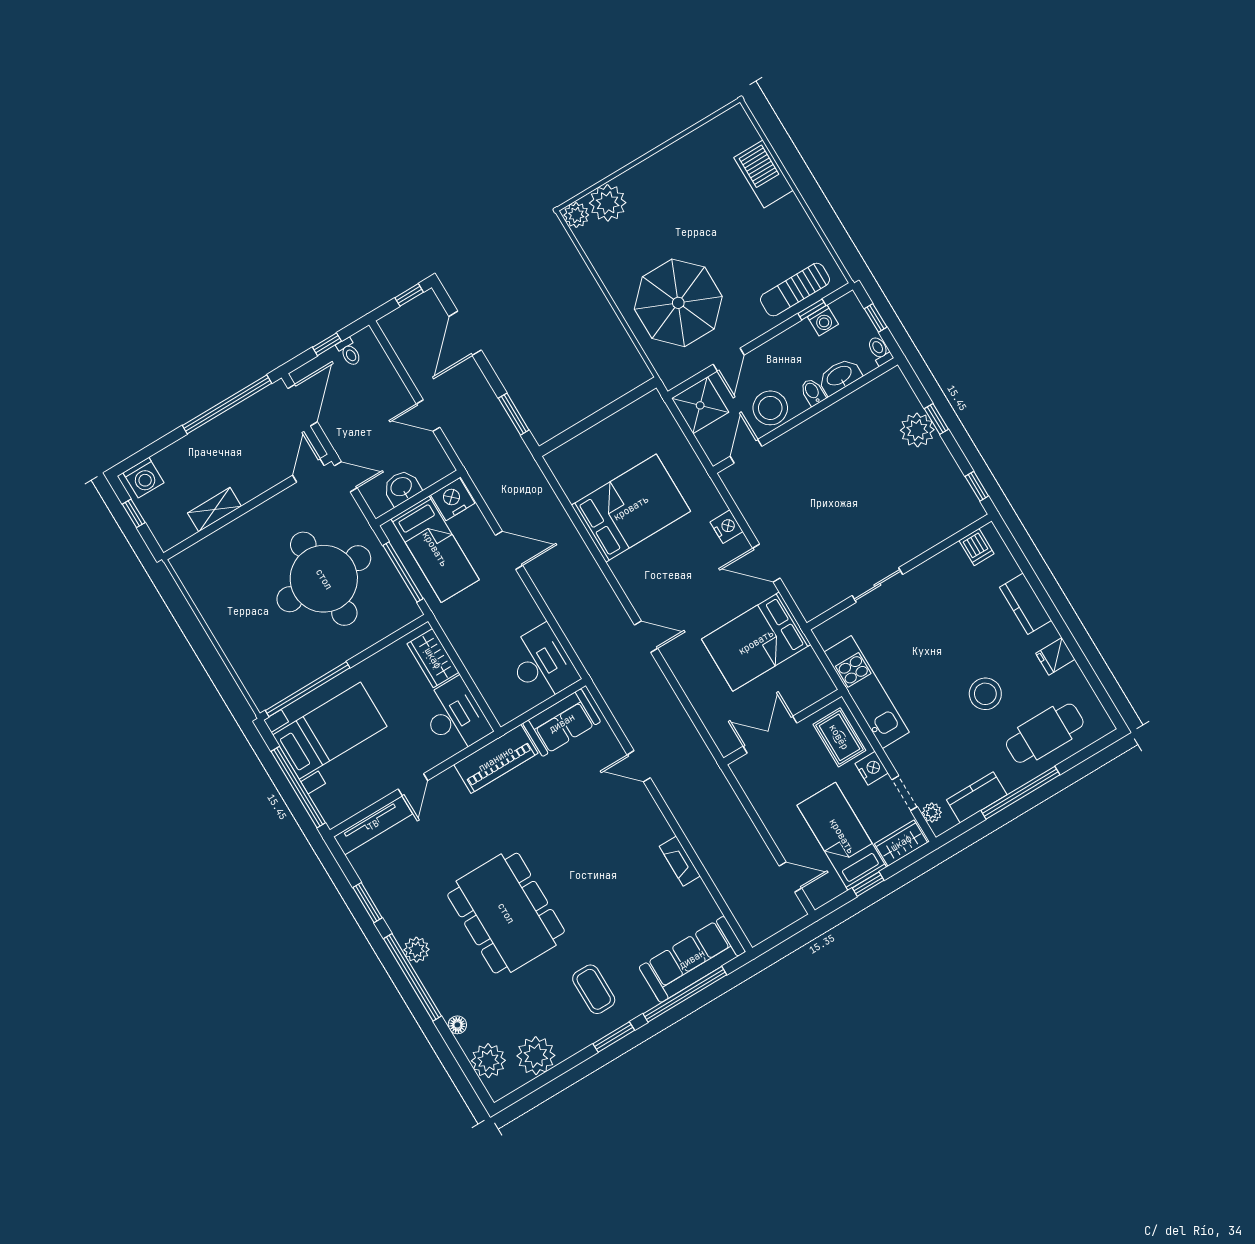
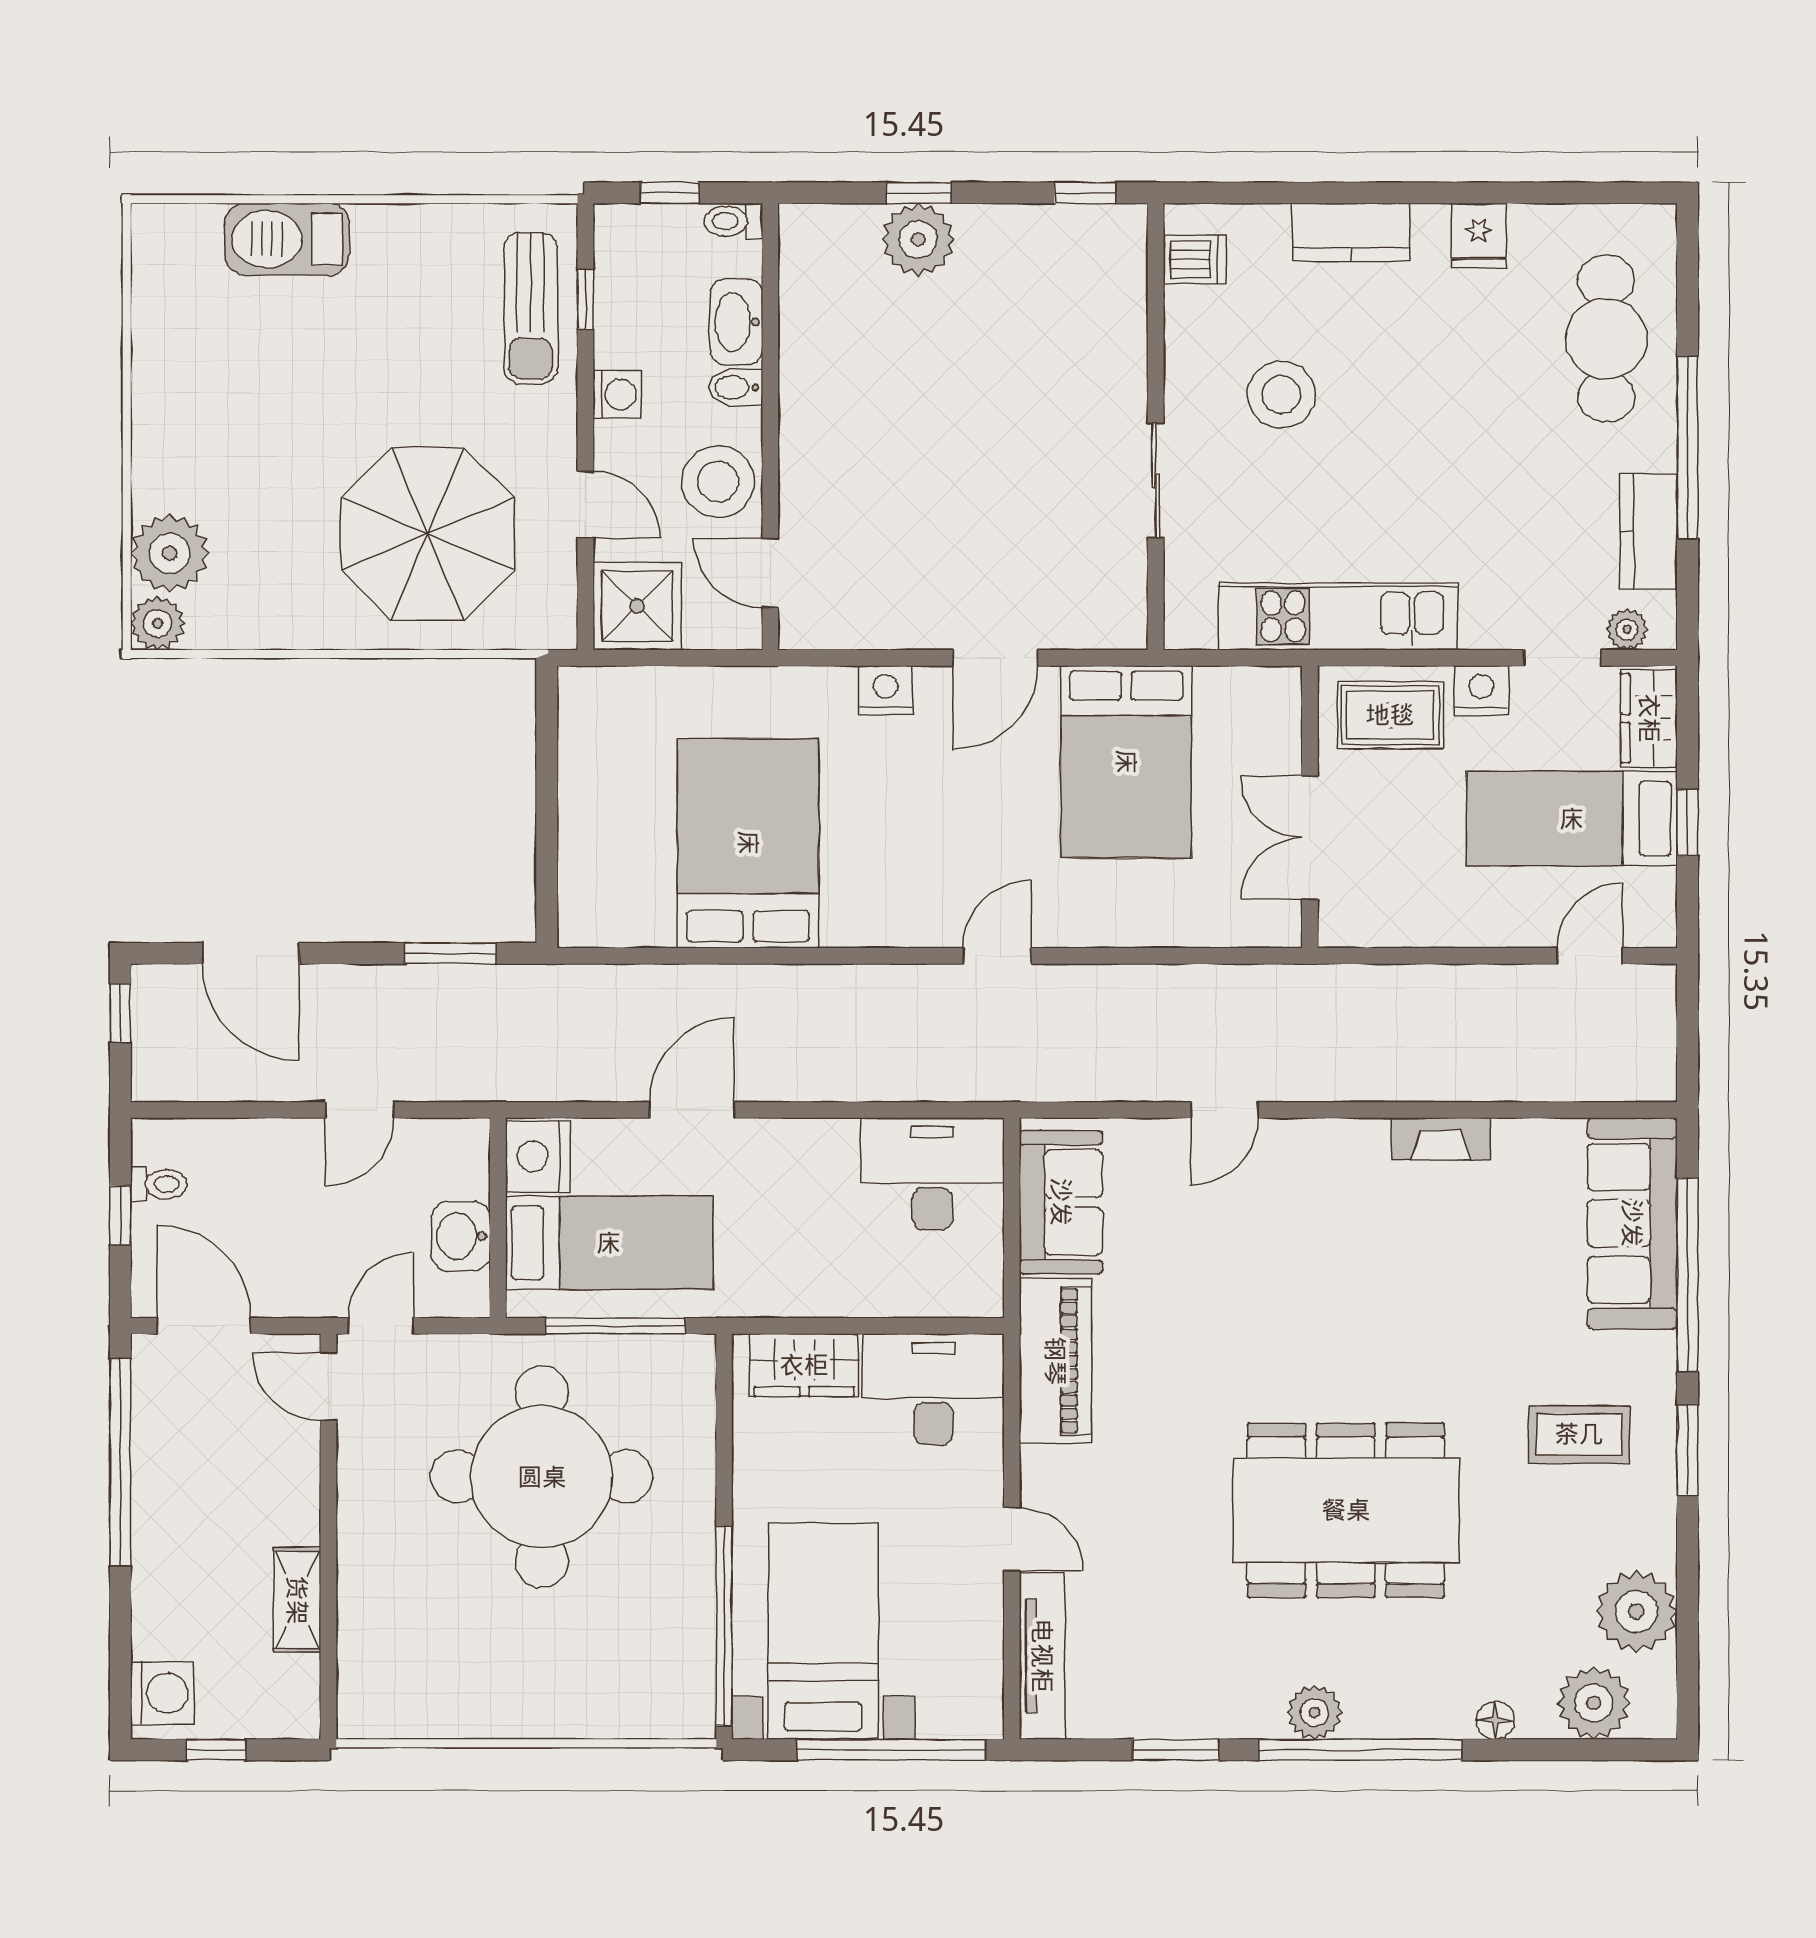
washing machine: (823, 320) -> (617, 394), moved
stool: (985, 694) -> (1281, 395), moved

